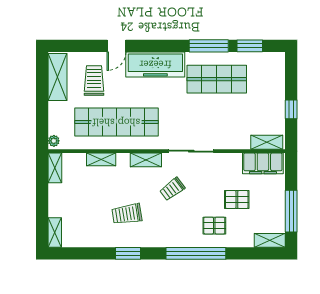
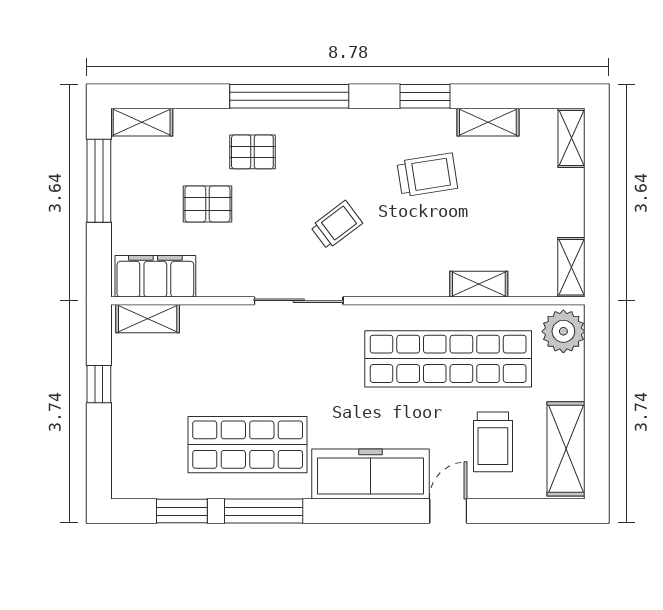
plant: (54, 141) -> (563, 331), width x1.87, depth x1.87
shelving: (146, 160) -> (488, 122), moved

